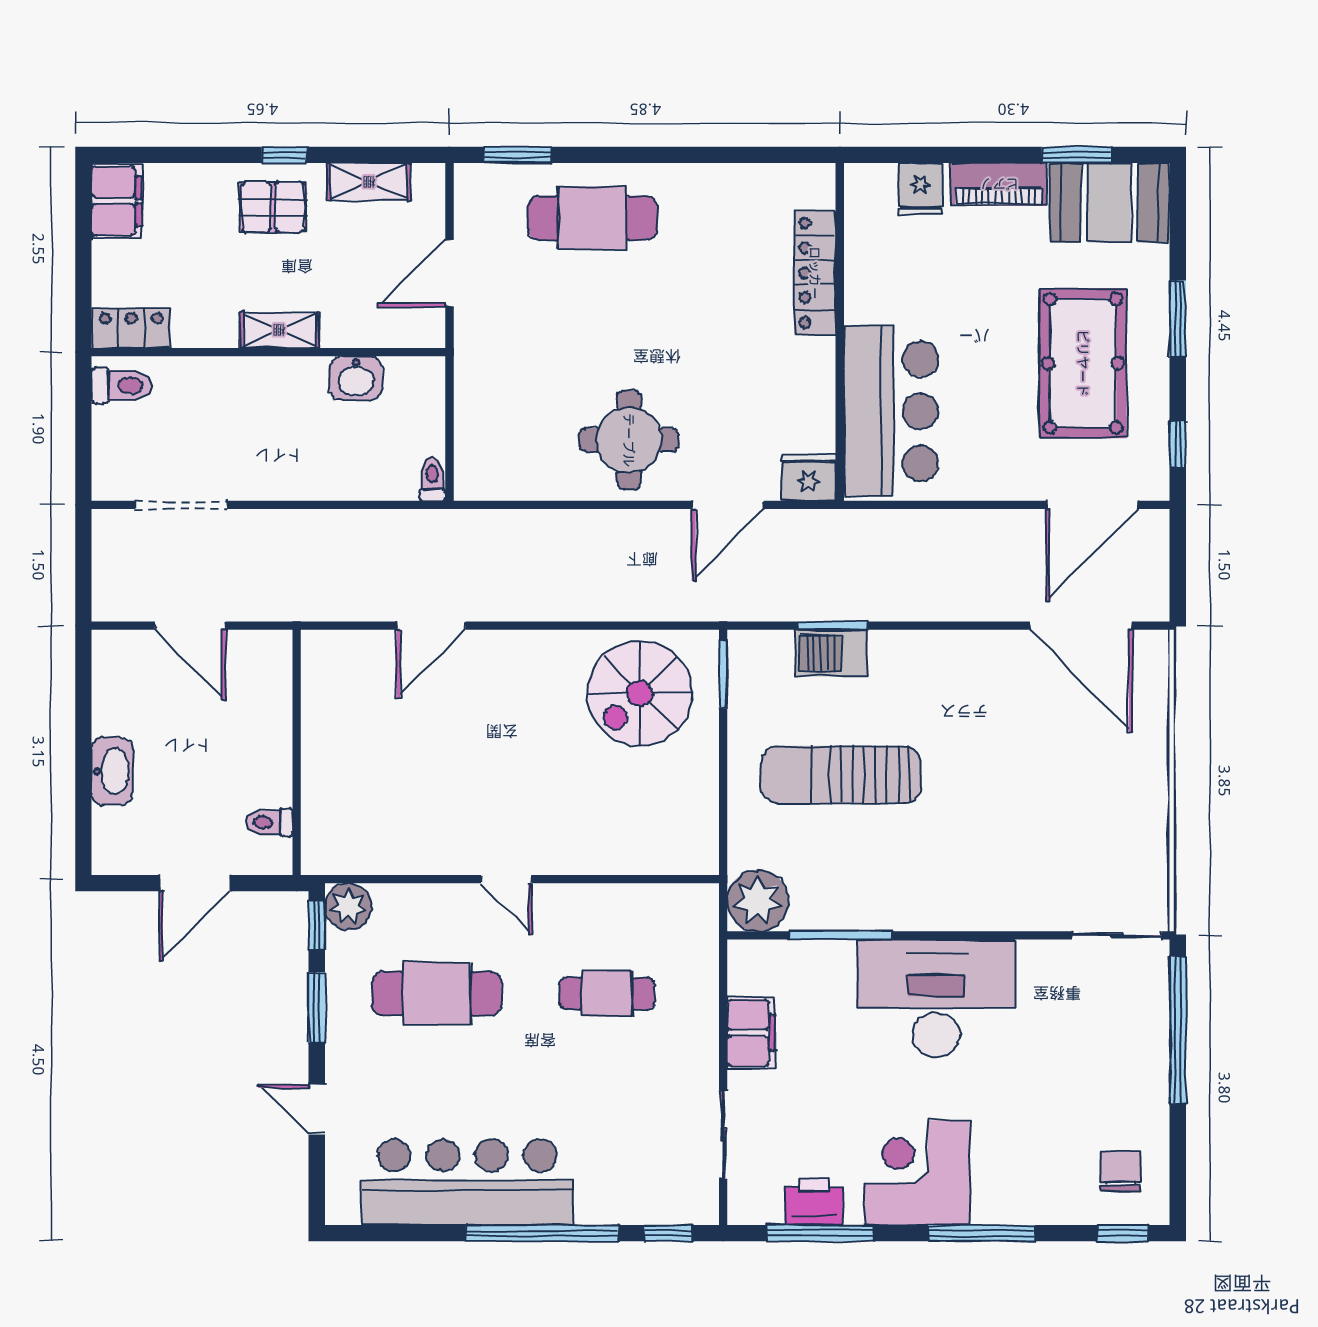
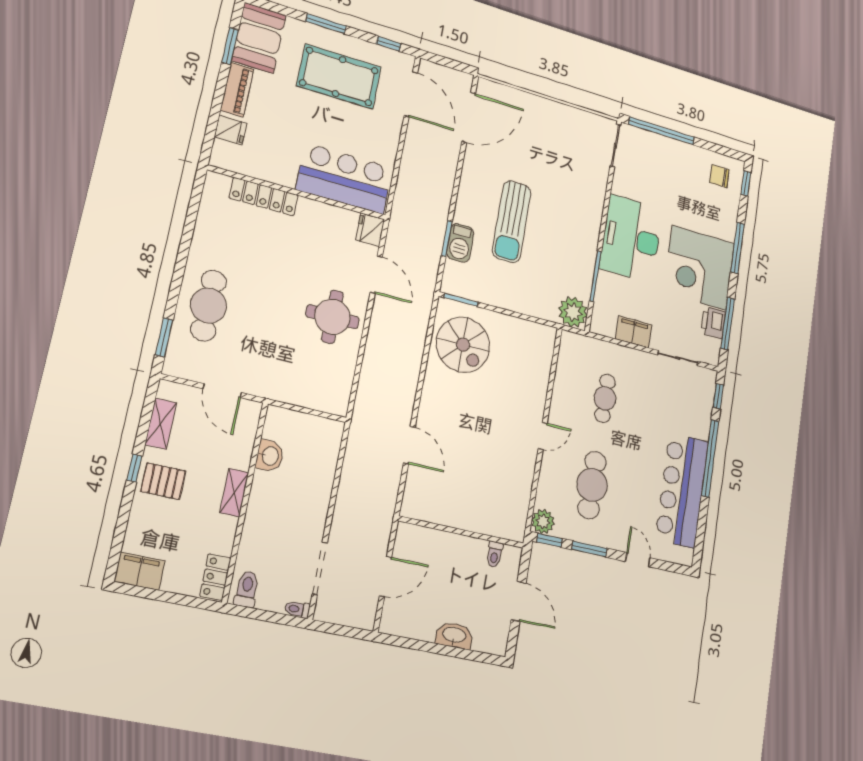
pallet: (273, 207) -> (163, 481), turned 90
toilet: (432, 479) -> (297, 609), moved
sun lounger: (841, 775) -> (512, 222), moved
door: (317, 1109) -> (638, 560), swing flipped
corner desk: (917, 1173) -> (699, 268), width x1.36, depth x1.36

